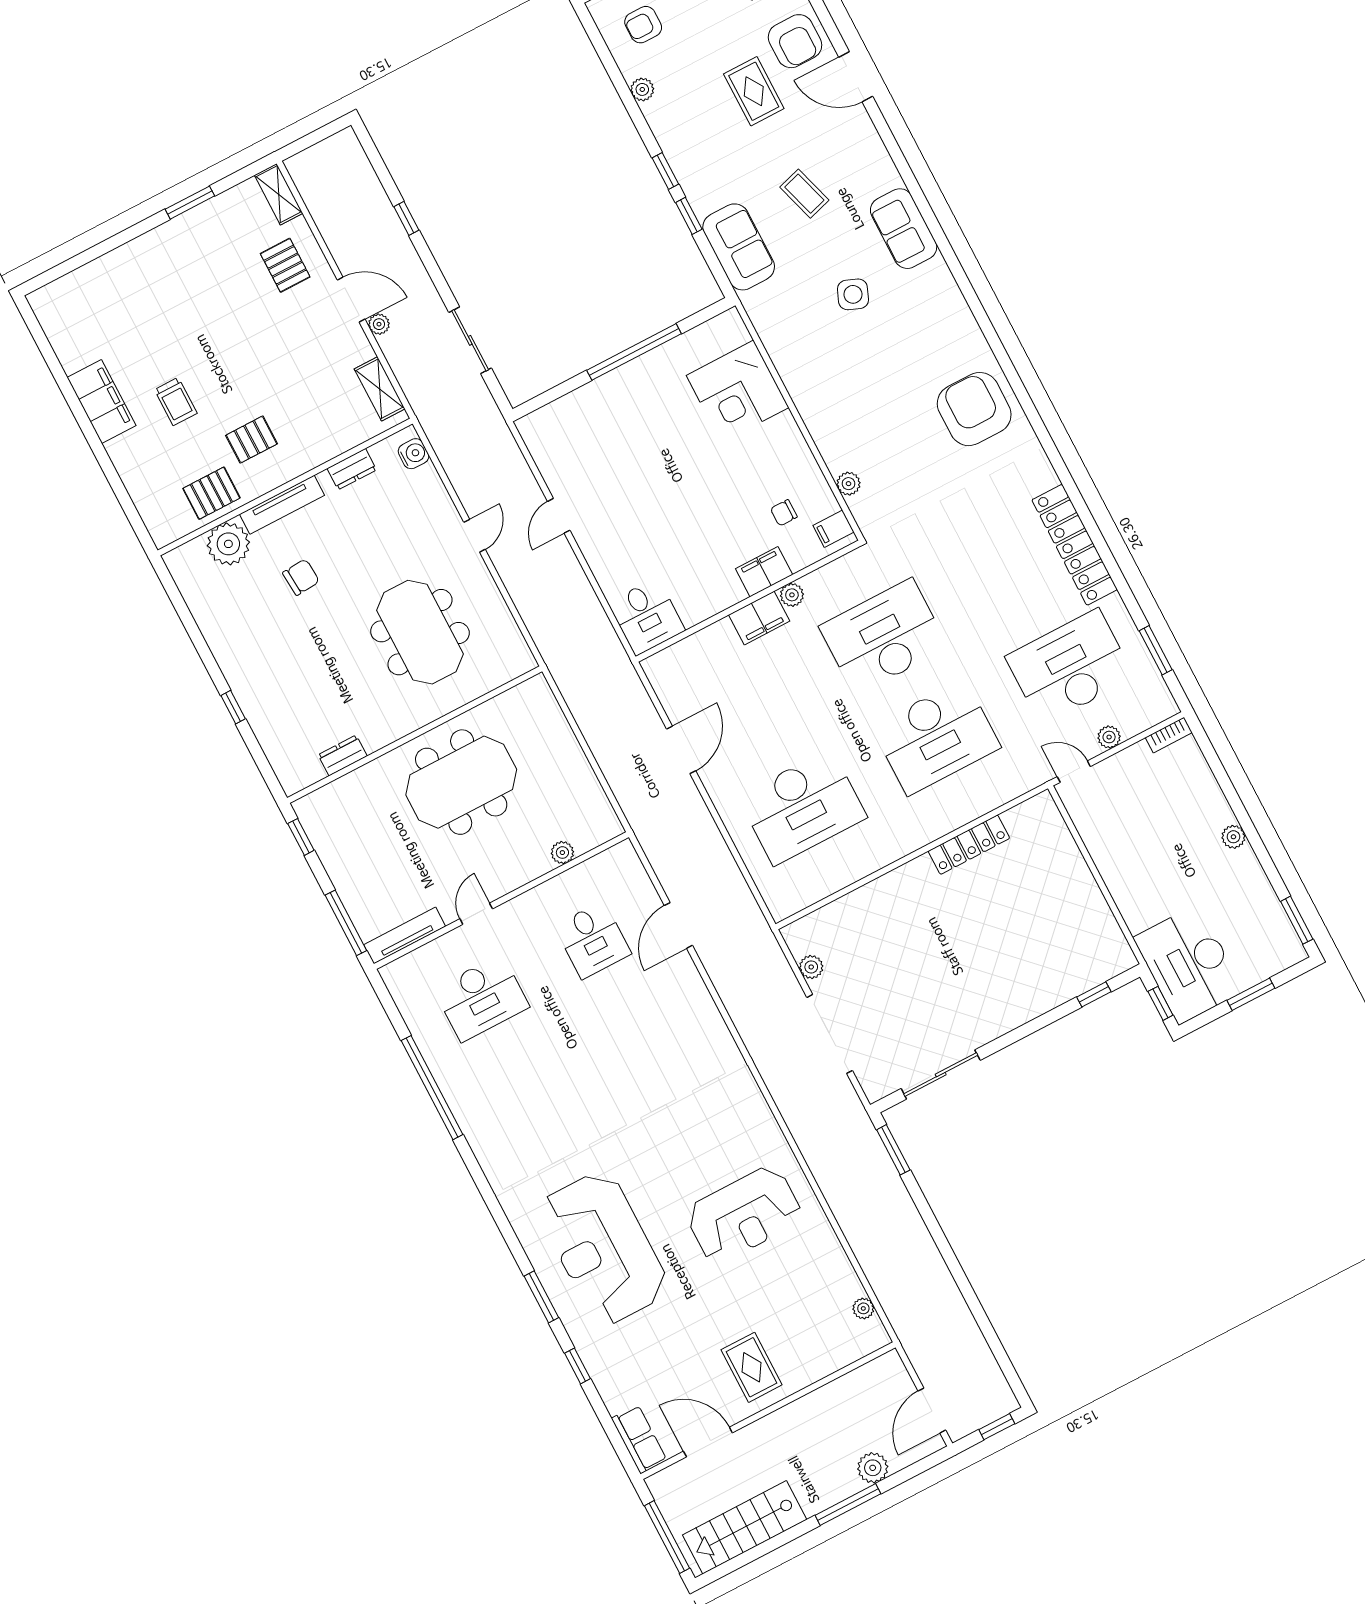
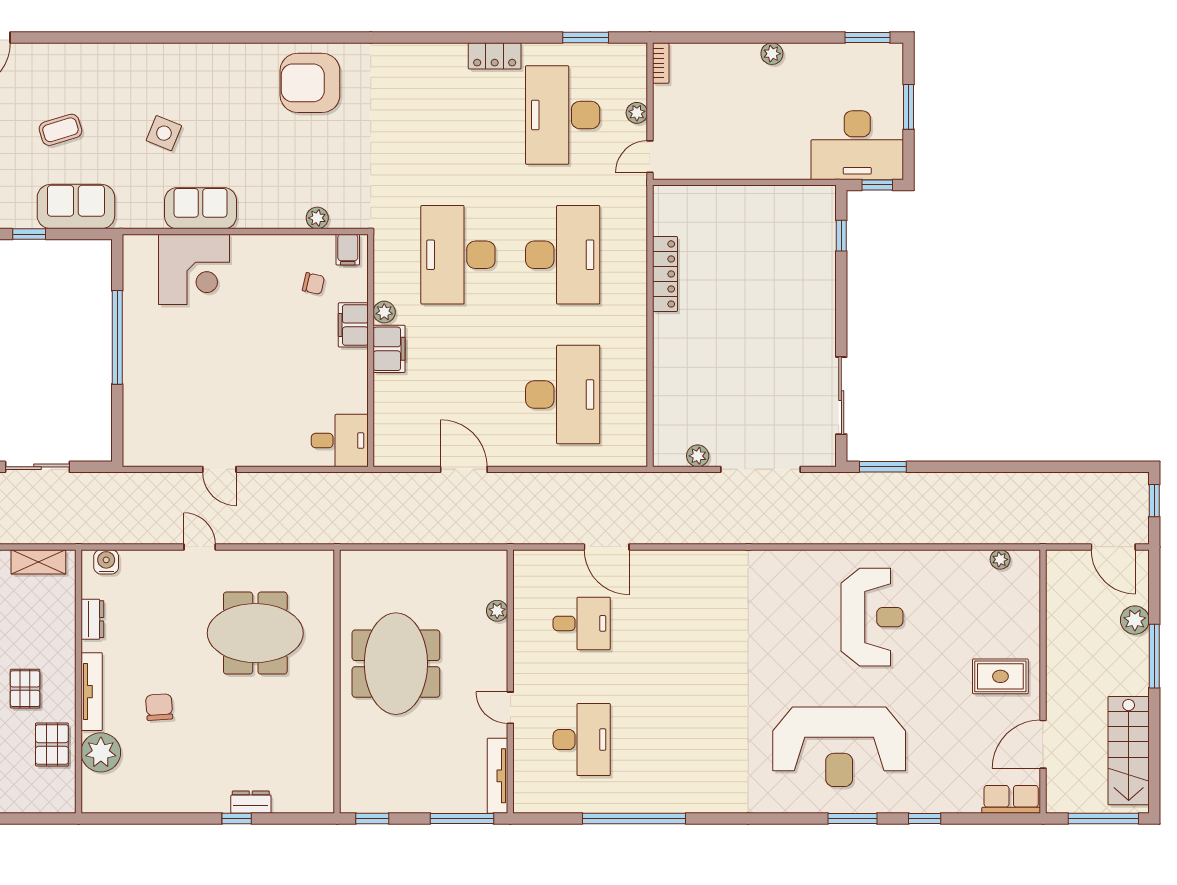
sofa: (904, 229) -> (201, 208), moved, turned 180
chair: (784, 513) -> (313, 284), turned -77
locker: (1075, 545) -> (495, 56), width x0.46, depth x0.83
dresser: (343, 755) -> (251, 802), moved, turned 90

